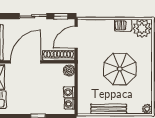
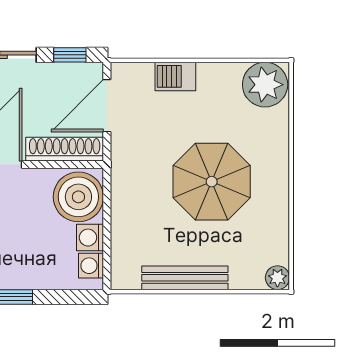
barbecue: (123, 25) -> (175, 76), moved
boiler: (69, 71) -> (78, 197), width x1.86, depth x1.86

